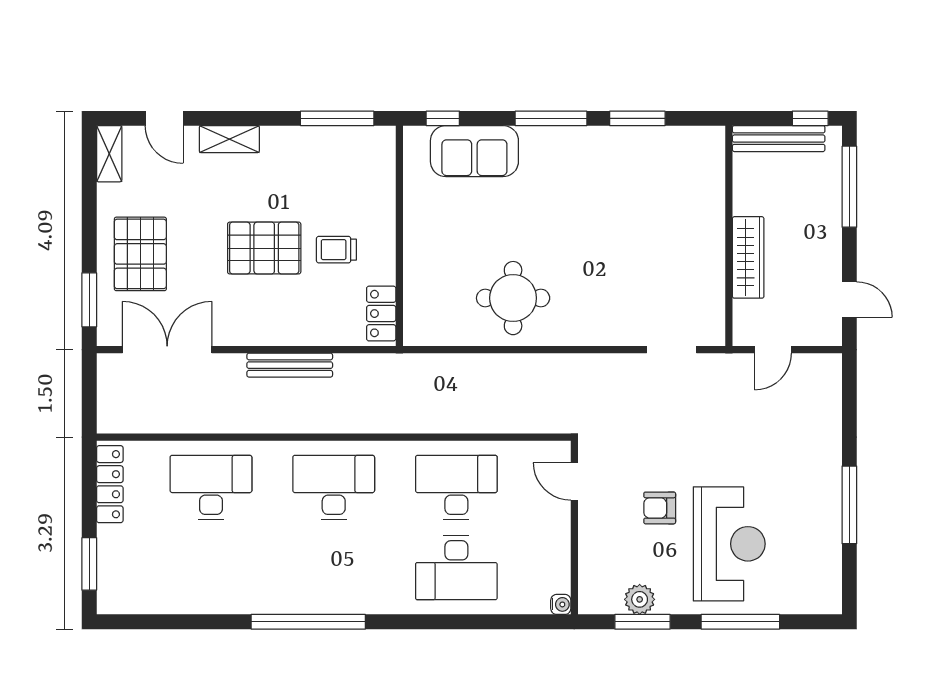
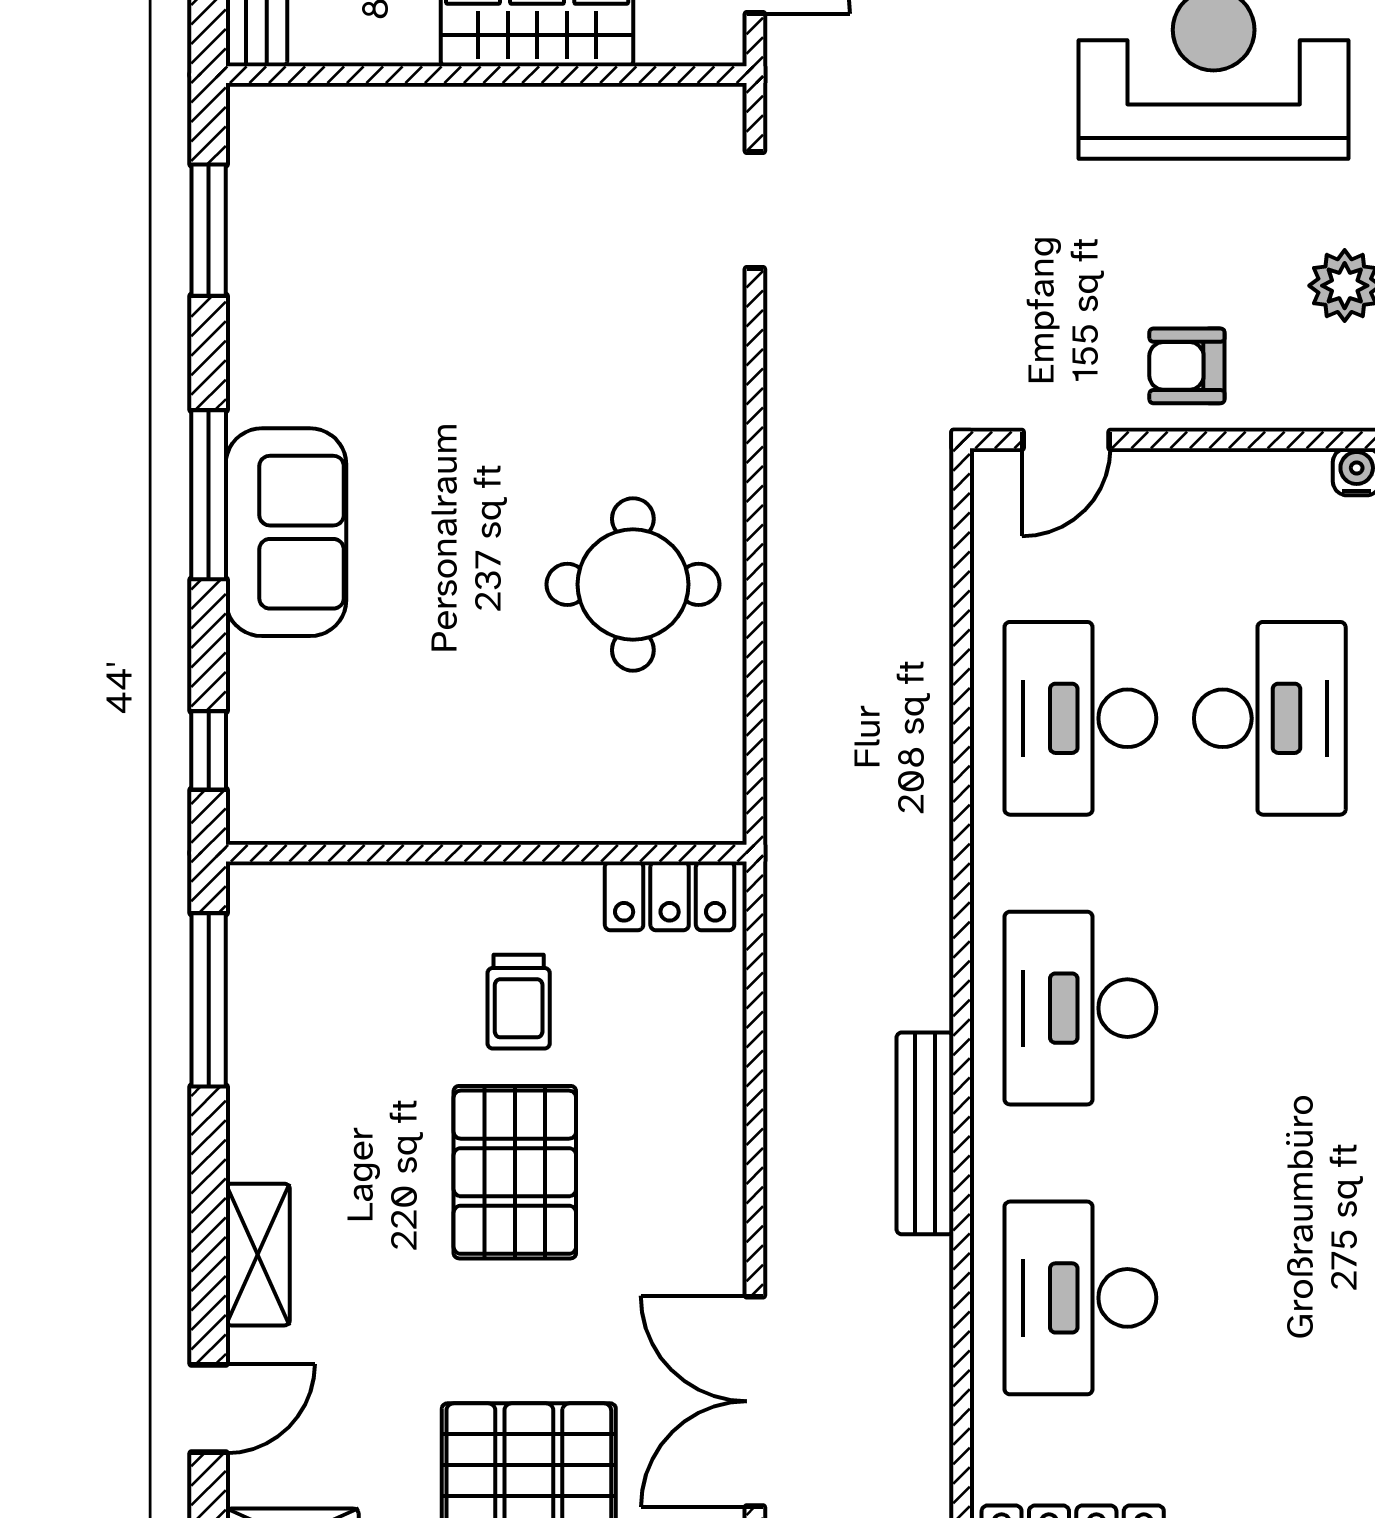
window: (637, 118) -> (209, 230), moved
sofa: (474, 151) -> (286, 532), moved
bench: (290, 365) -> (925, 1133), moved
armchair: (660, 508) -> (1187, 366), moved, turned 90

